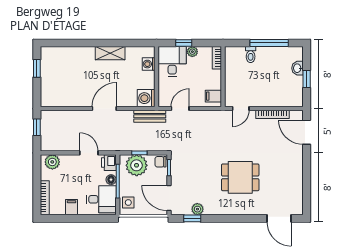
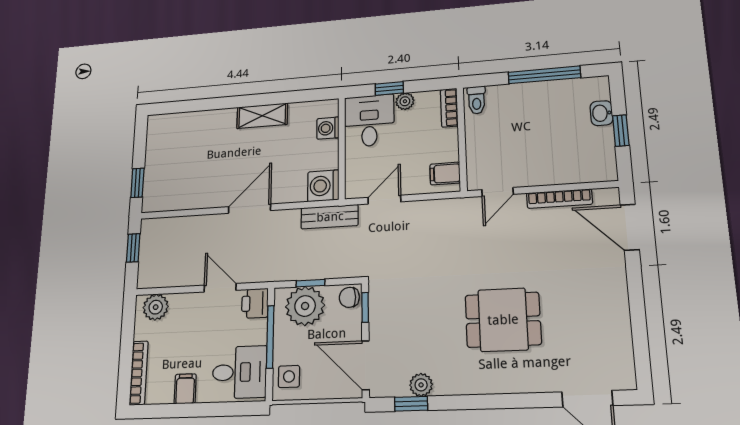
toilet: (251, 55) -> (477, 100), moved
window: (37, 68) -> (137, 183), moved
floor lamp: (111, 180) -> (258, 334), removed

